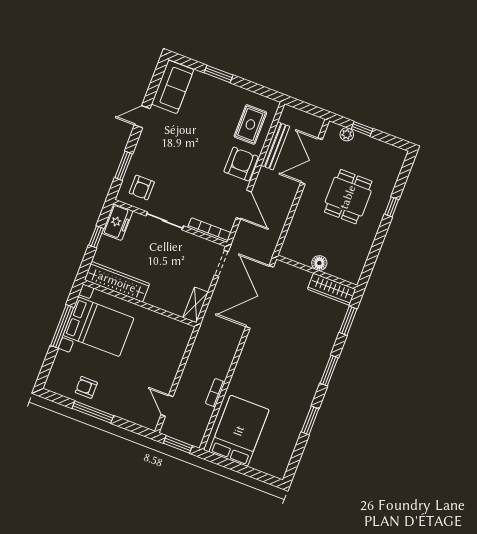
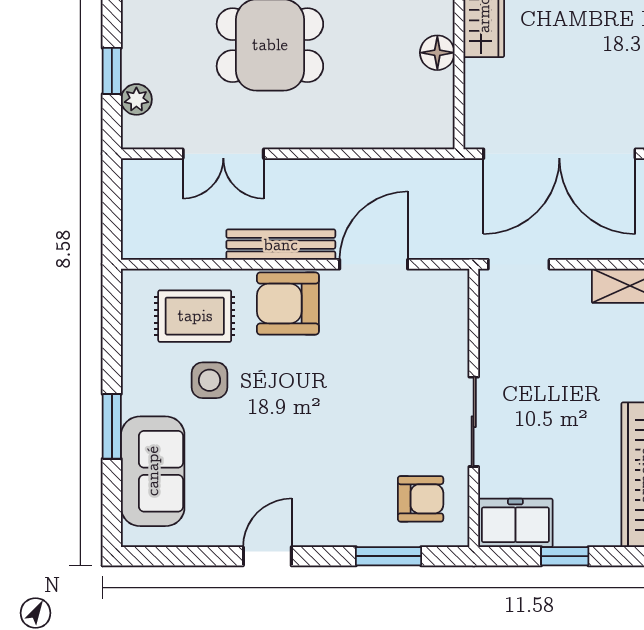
sofa: (173, 87) -> (153, 471), moved, turned 90
door: (142, 117) -> (267, 556), swing flipped
side table: (222, 121) -> (210, 380), added
bench: (275, 146) -> (281, 245), moved
double door: (311, 161) -> (223, 154), width x0.73
bookcase: (209, 230) -> (457, 318), removed

